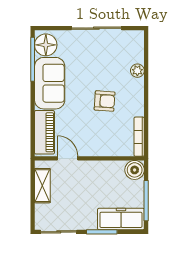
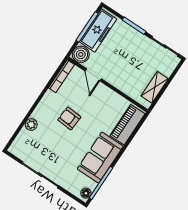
floor lamp: (46, 45) -> (86, 193), width x0.53, depth x0.53
door: (68, 158) -> (93, 75), moved
freezer: (121, 219) -> (98, 30), moved, turned -90

